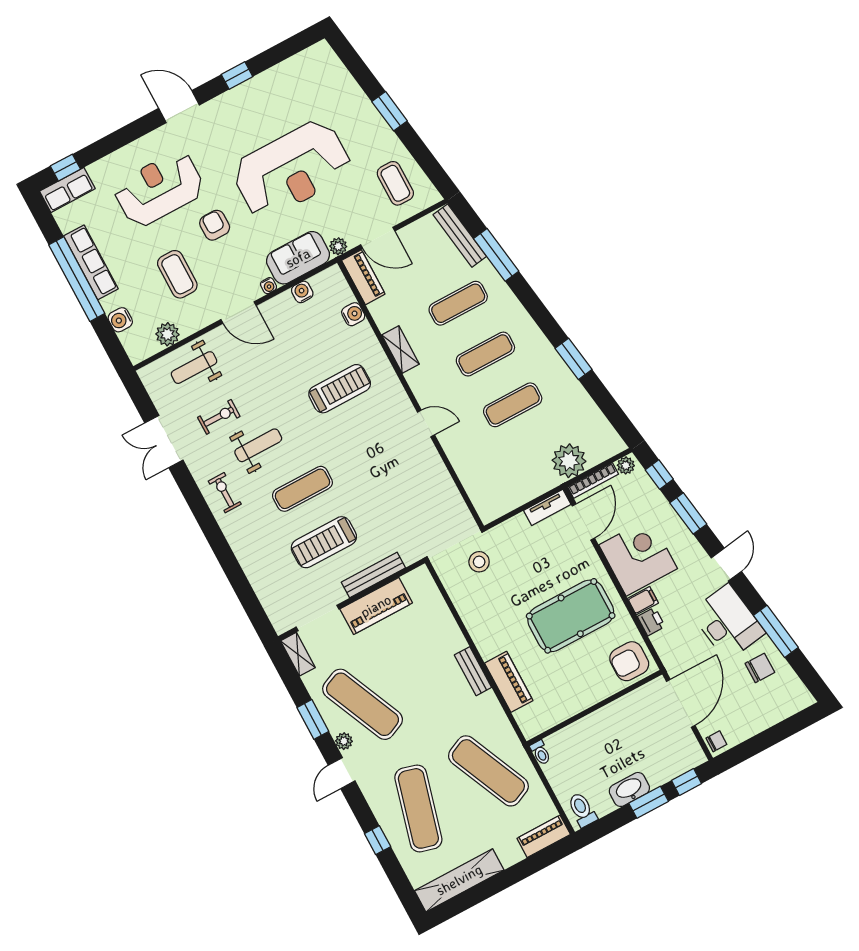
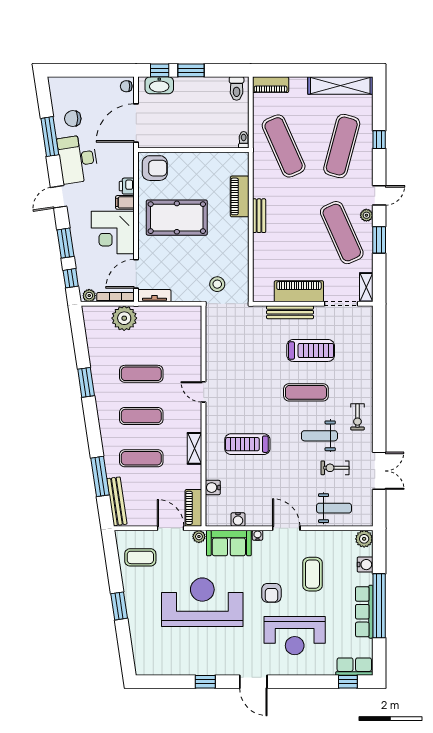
coffee table: (395, 183) -> (140, 557), turned 90
plant: (167, 334) -> (364, 539), moved
washbasin: (629, 789) -> (159, 85), moved

